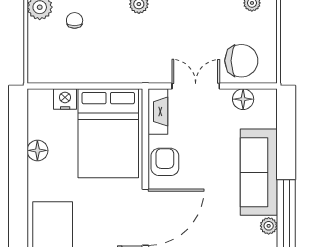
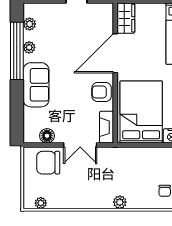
armchair: (165, 162) -> (102, 92), turned 90
sofa: (259, 172) -> (36, 85), width x0.73

